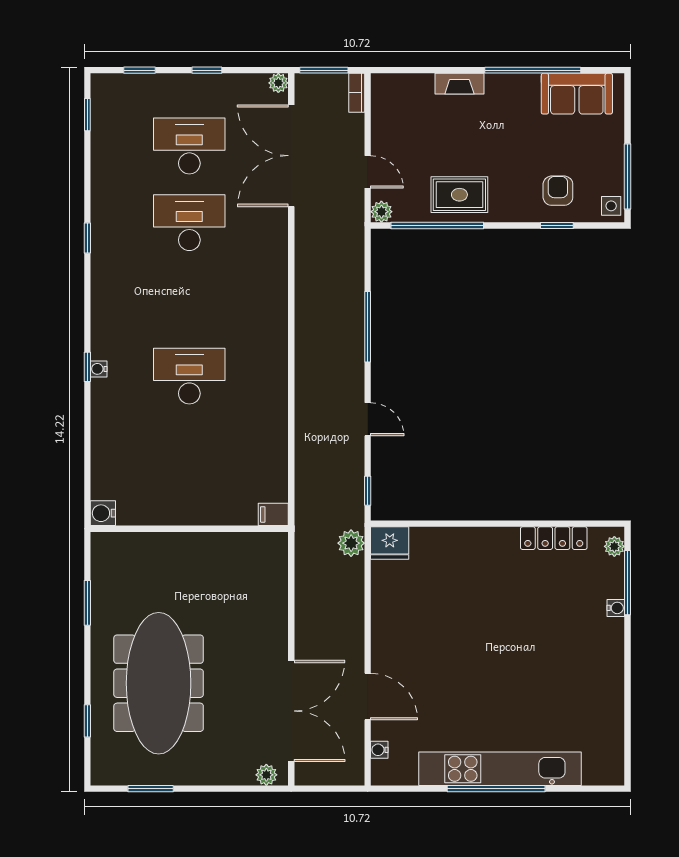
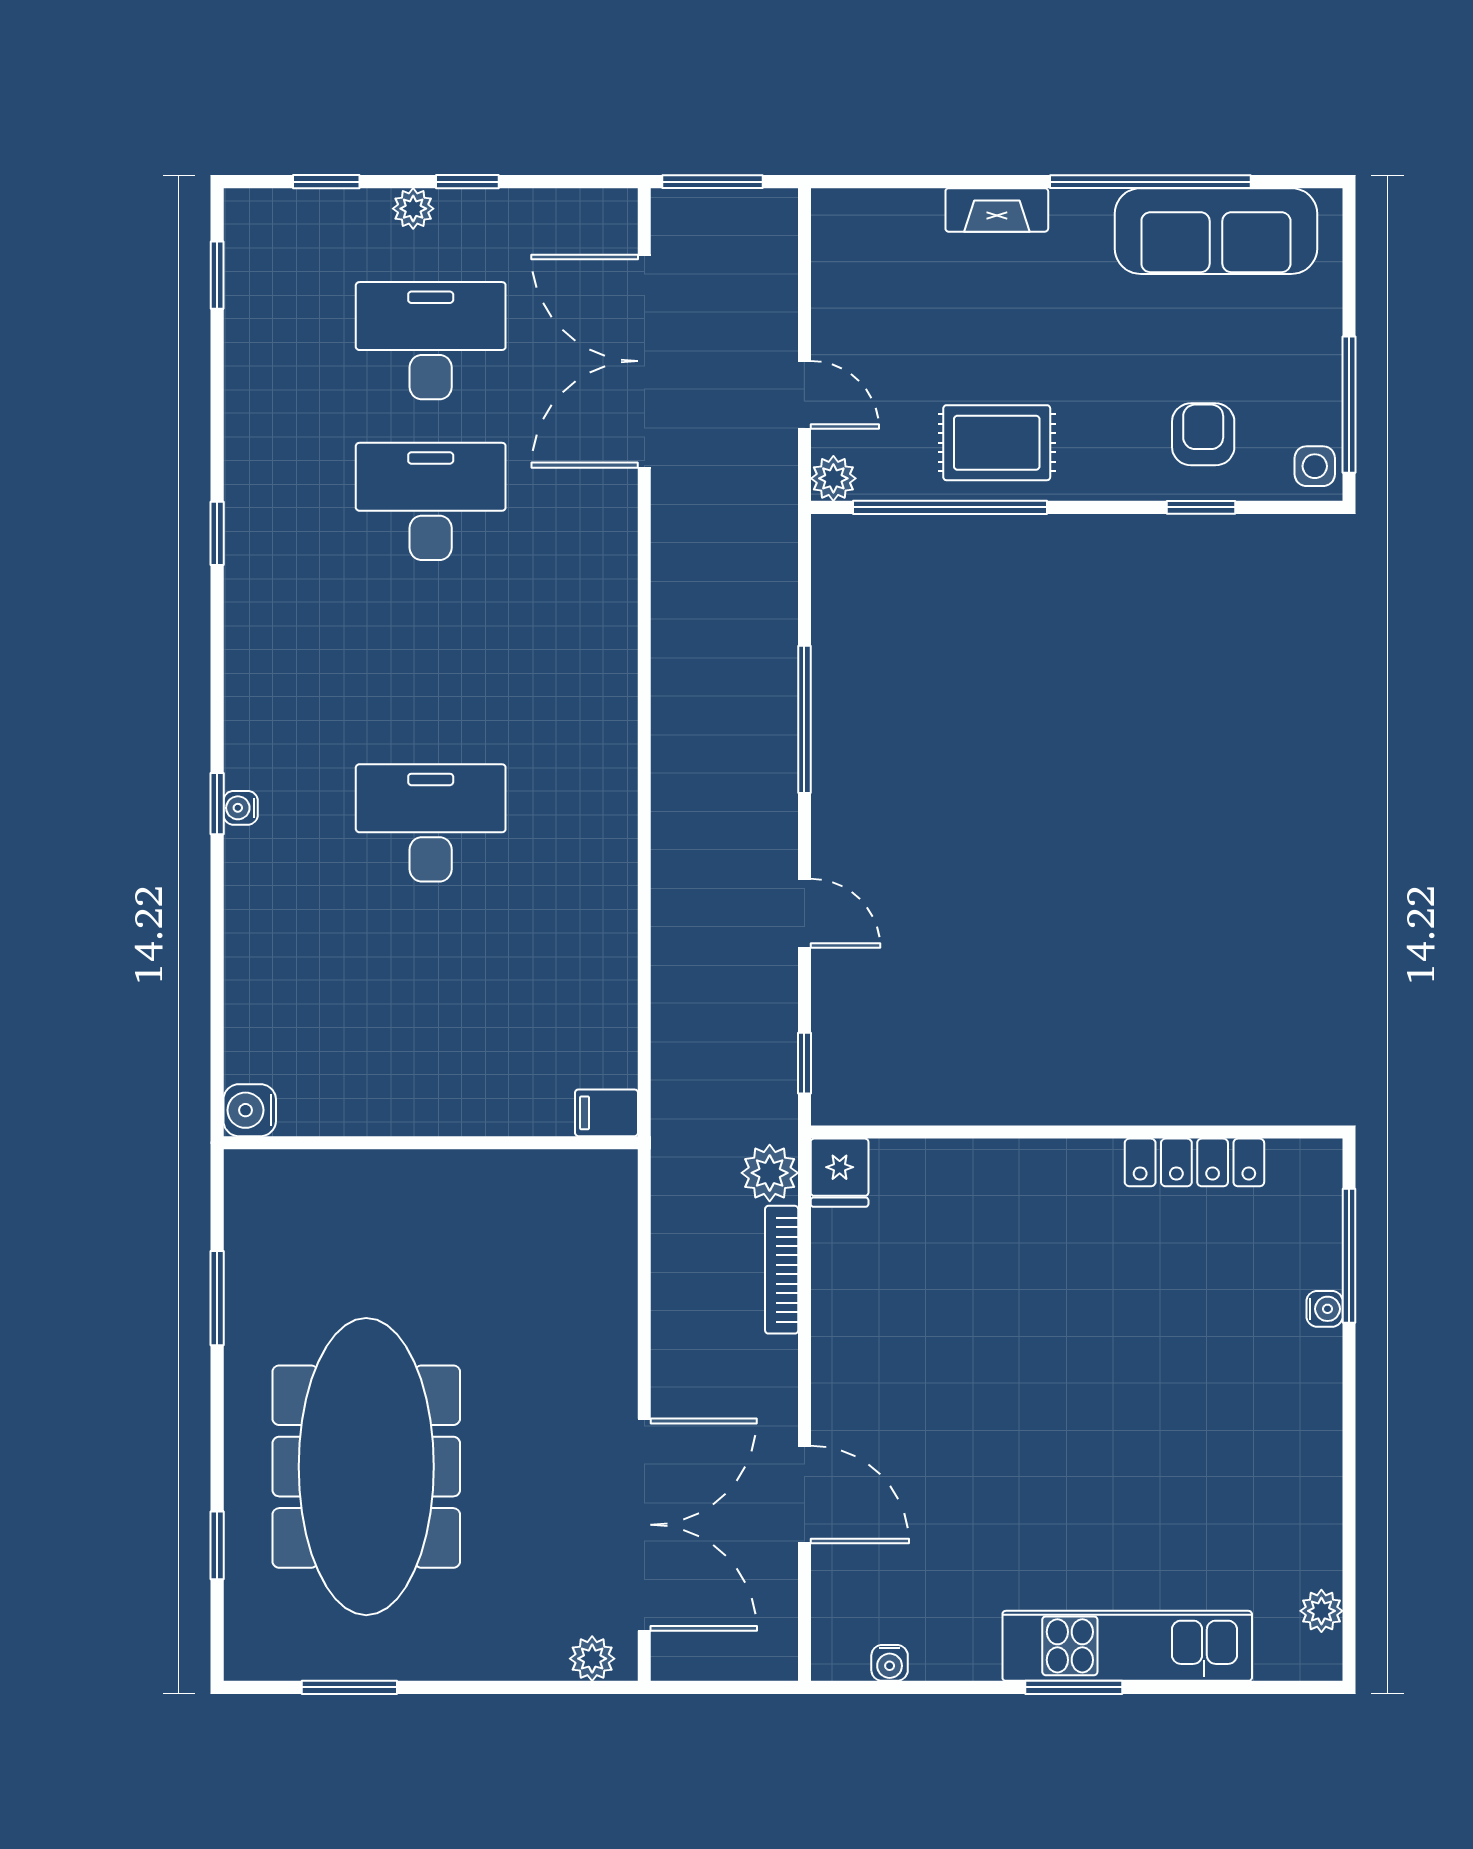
plant: (278, 83) -> (413, 209), moved
bookcase: (357, 93) -> (782, 1270), moved, width x1.56
sofa: (577, 94) -> (1216, 231), width x1.36
fridge: (390, 543) -> (840, 1173), width x0.72
plant: (614, 546) -> (1321, 1611), moved
water cooler: (379, 750) -> (890, 1663), moved, turned -90
kitchen unit: (500, 769) -> (1127, 1646), width x0.73
window: (496, 789) -> (1074, 1687), width x0.47

